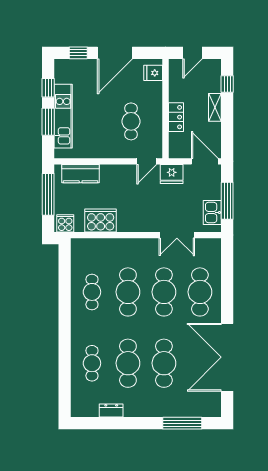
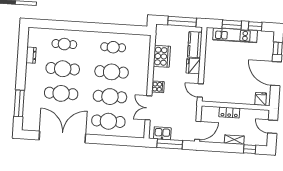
cafe table: (131, 121) -> (228, 82), removed
fridge: (172, 174) -> (193, 66), moved
cooker: (65, 223) -> (158, 87), moved

